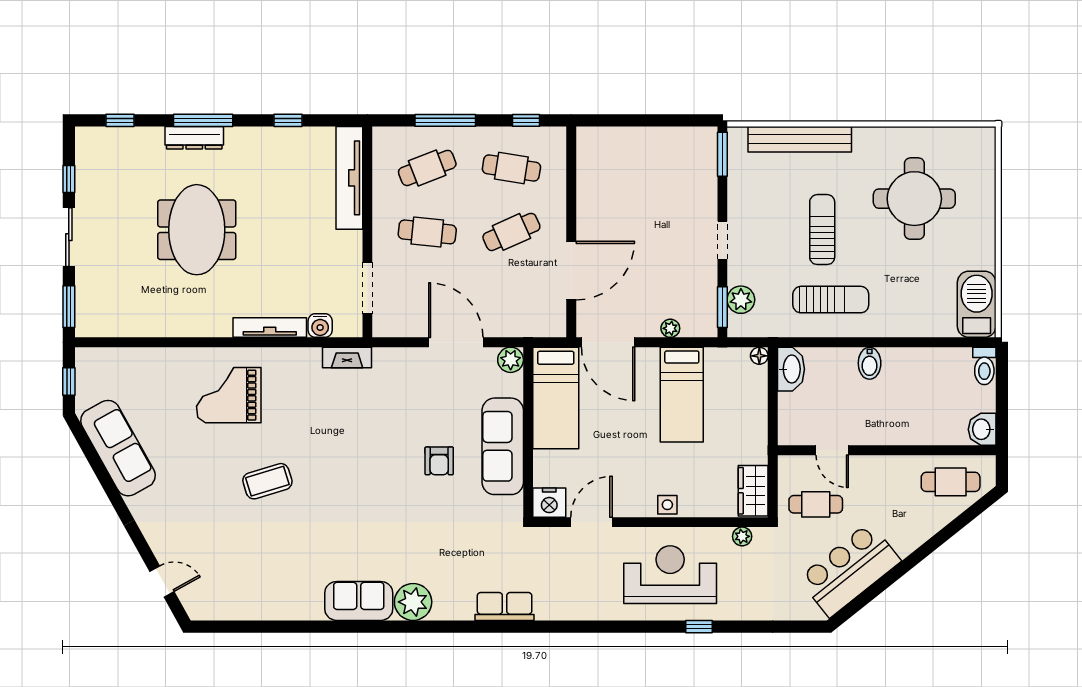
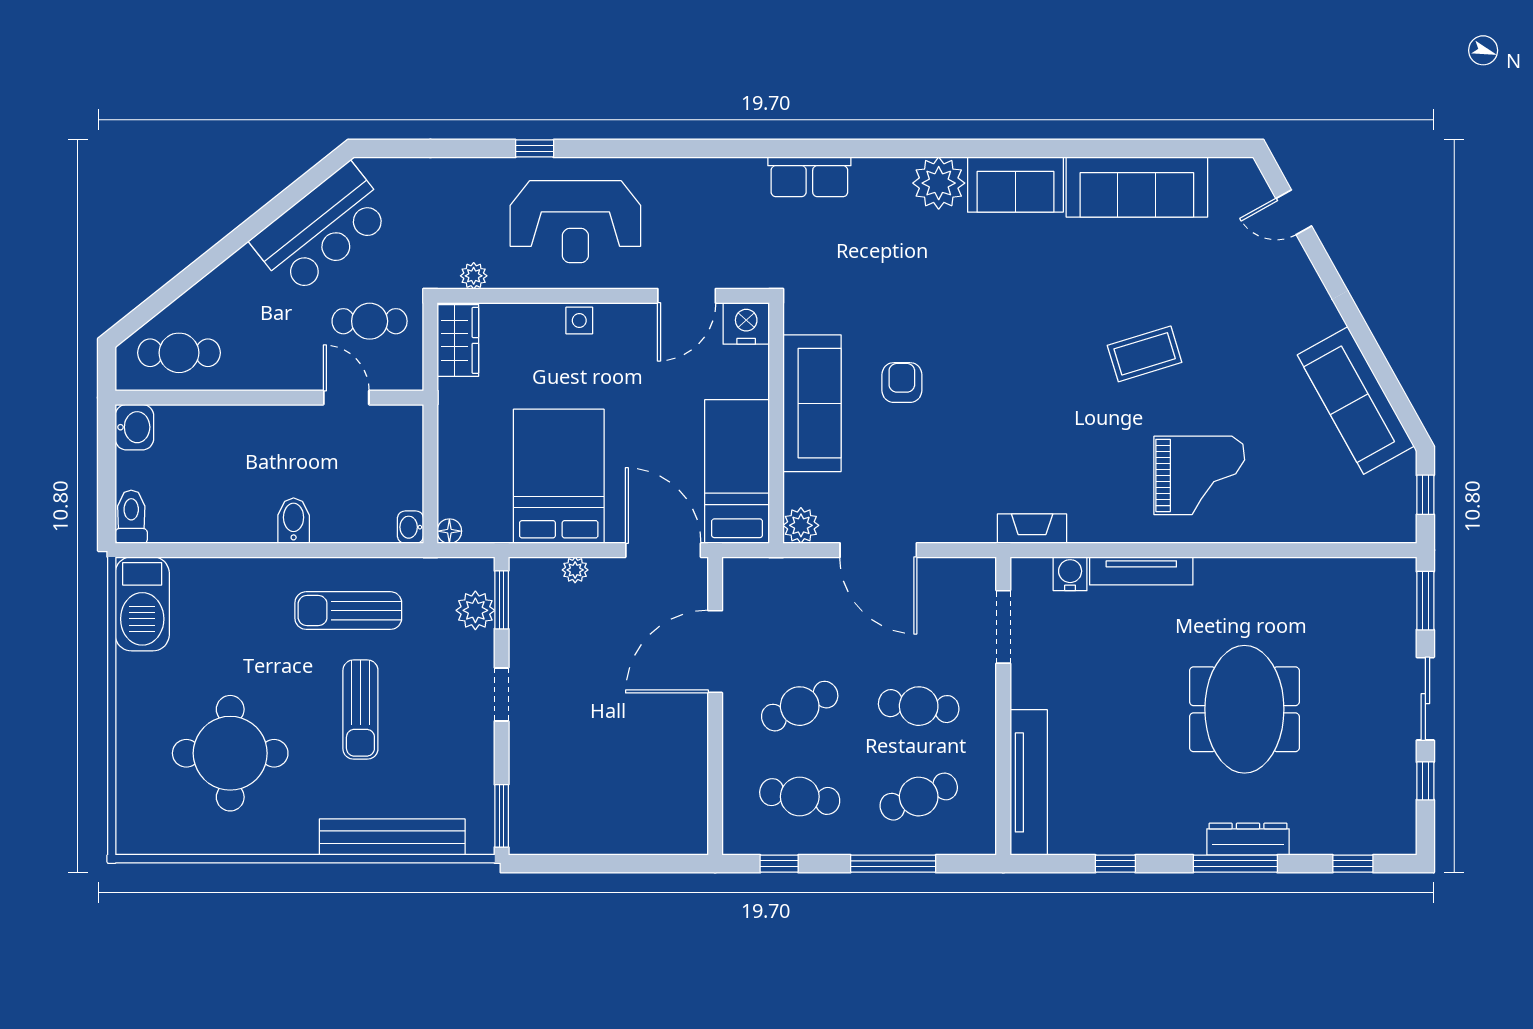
washbasin: (791, 369) -> (410, 527), width x0.52, depth x0.69
bed: (682, 395) -> (559, 476), width x1.50
sofa: (273, 599) -> (1137, 187), added

